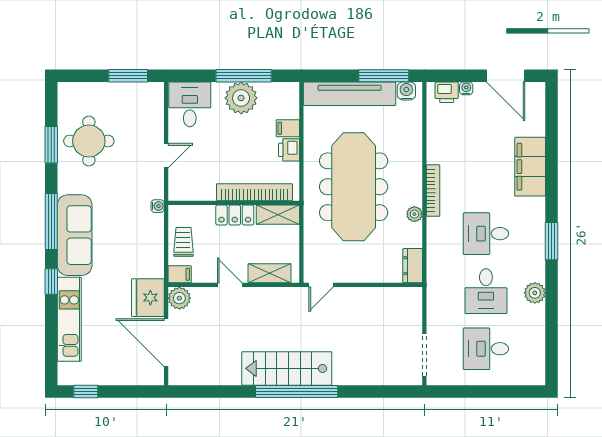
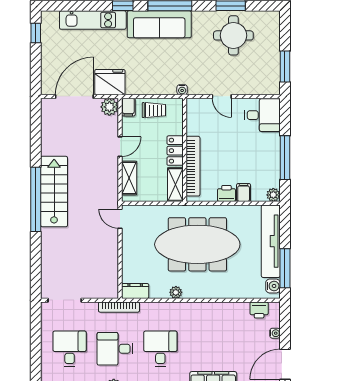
printer: (447, 92) -> (259, 310), moved, turned -90
plant: (241, 98) -> (273, 195), moved, width x0.53, depth x0.53
bookcase: (433, 191) -> (119, 307), moved

